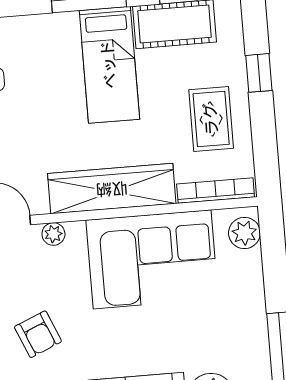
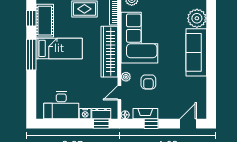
armchair: (38, 334) -> (148, 82), moved, turned 113

